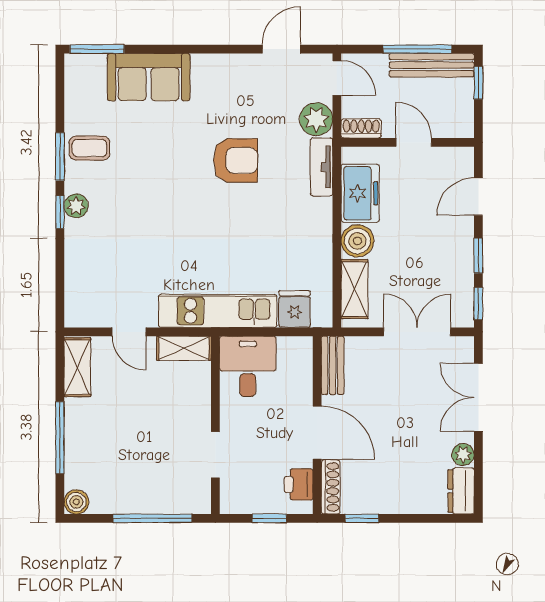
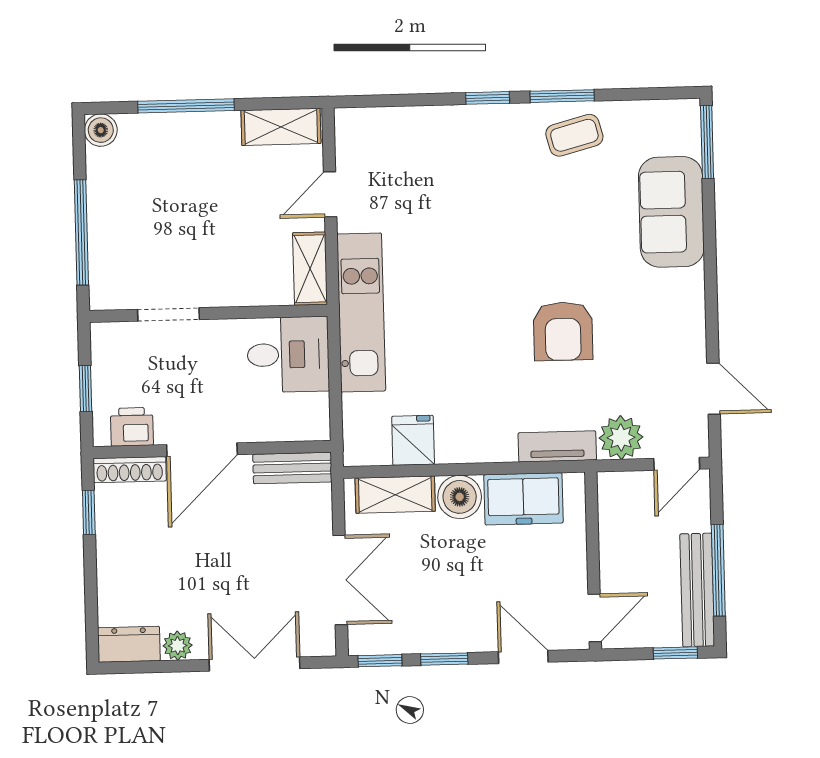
shoe rack: (361, 128) -> (610, 498), removed
door: (414, 142) -> (595, 618), moved
coffee table: (89, 148) -> (574, 135), turned 75
plant: (76, 206) -> (497, 119), removed
fridge: (295, 309) -> (413, 440), moved, turned -90

